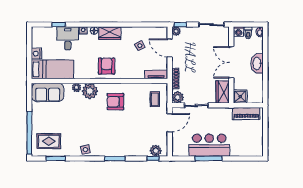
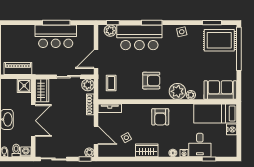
wardrobe: (110, 33) -> (147, 150), moved
rug: (49, 141) -> (219, 40), width x1.36, depth x1.43
bar counter: (127, 144) -> (139, 37), added

